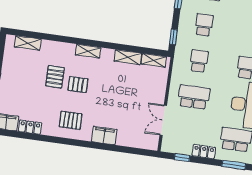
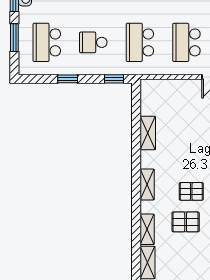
shelving: (154, 60) -> (147, 229), moved
school desk: (199, 61) -> (140, 42), width x1.85
pallet: (78, 85) -> (191, 191), turned 90

